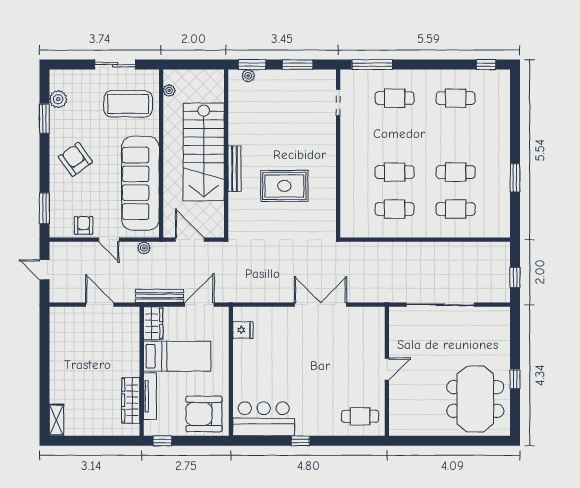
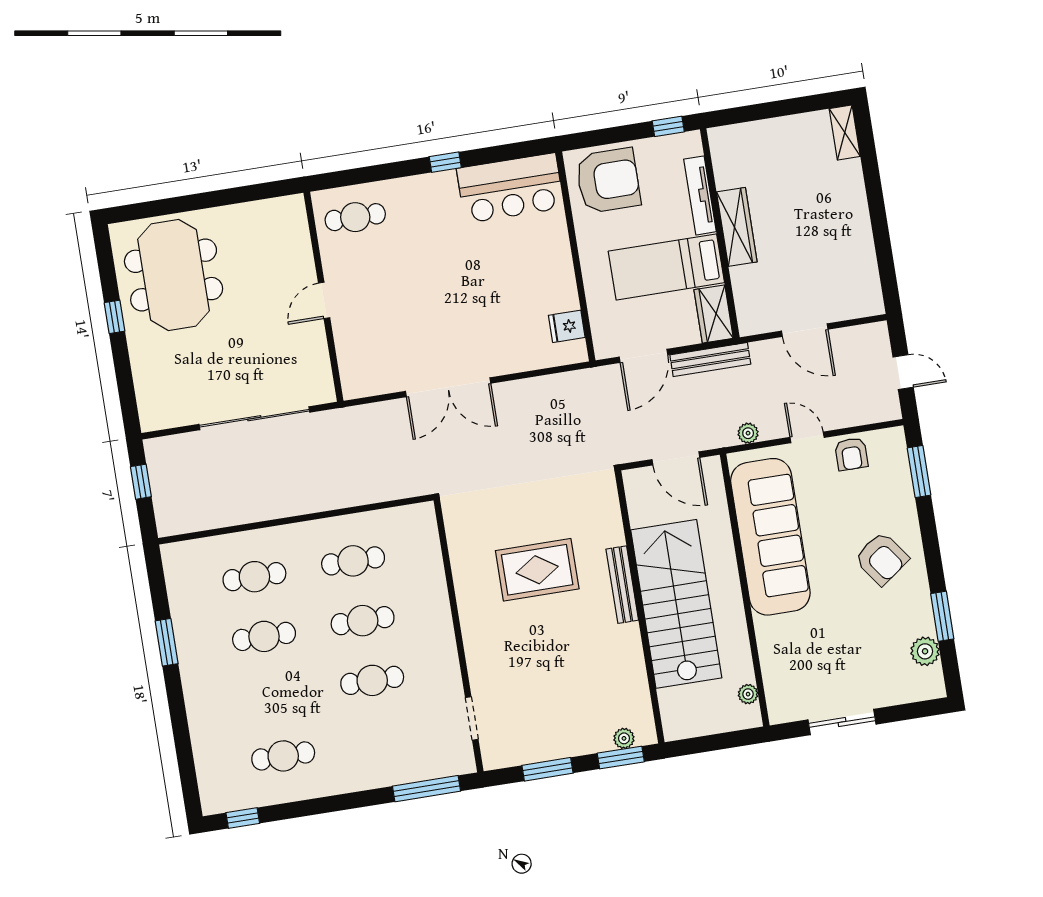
cafe table: (395, 98) -> (372, 680), moved
coffee table: (128, 104) -> (811, 662), removed
wardrobe: (131, 400) -> (737, 227), moved

